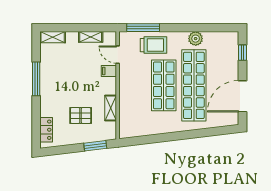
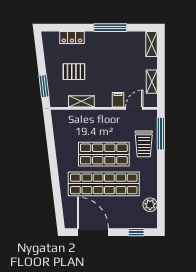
plant: (196, 39) -> (150, 205), moved
pallet: (81, 115) -> (74, 72), turned 90
locker: (46, 130) -> (72, 37), moved

